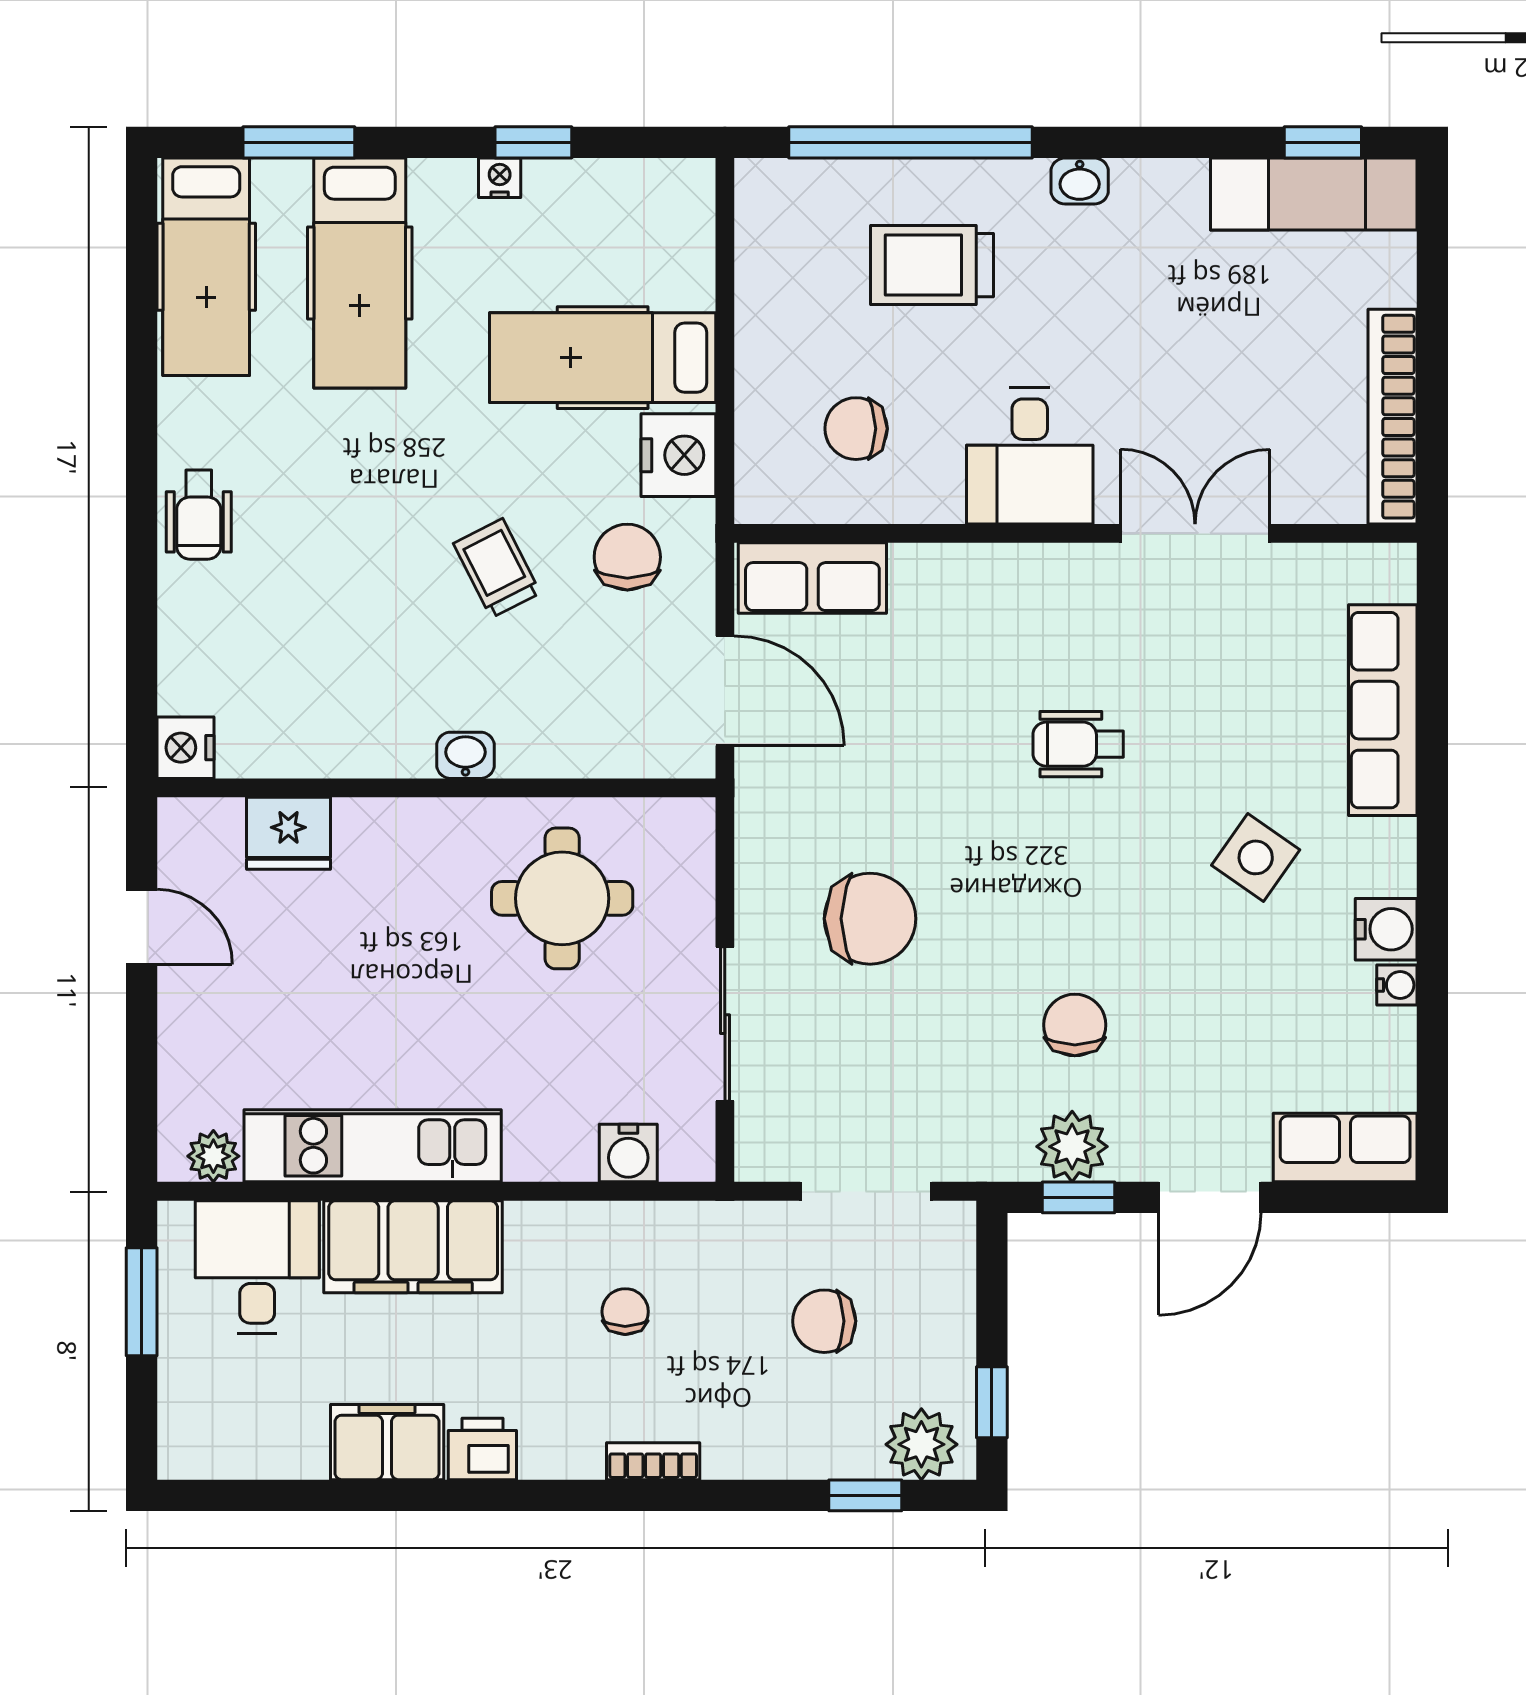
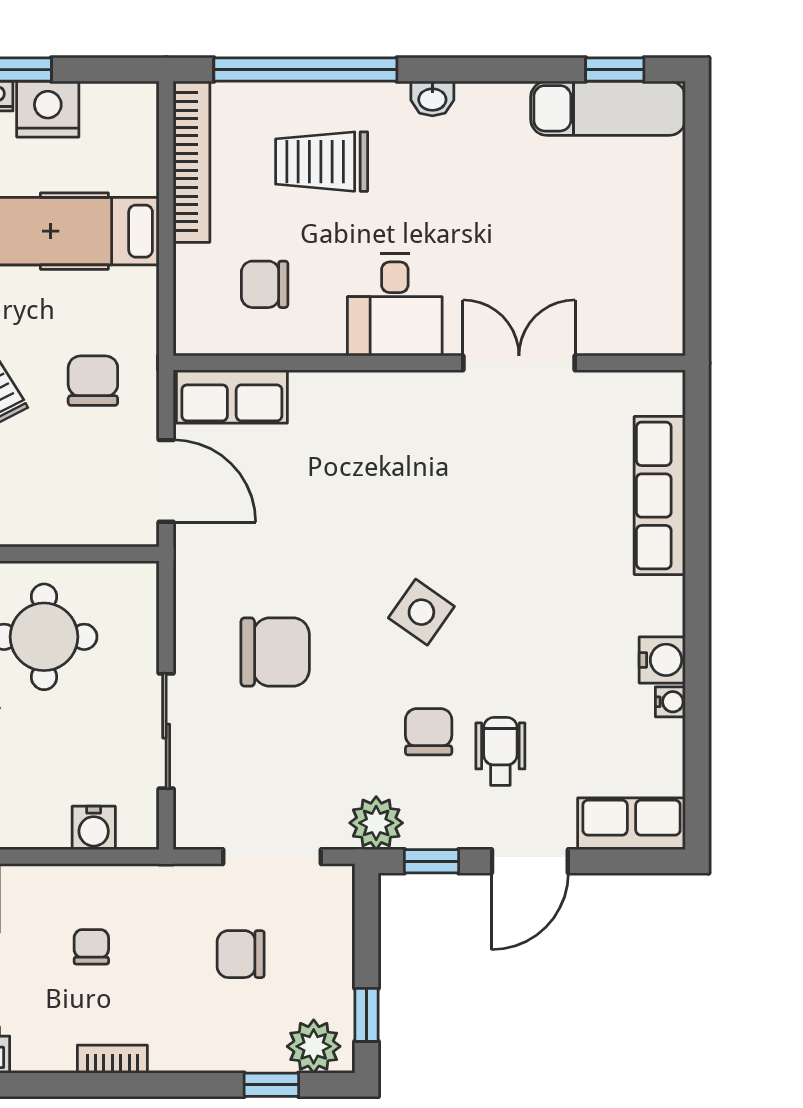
bookcase: (1393, 417) -> (191, 162), moved, turned 180
nightstand: (678, 455) -> (48, 109), moved, turned -90
wheelchair: (1078, 744) -> (500, 751), moved, turned 90
side table: (1256, 857) -> (421, 612), moved
plant: (1072, 1147) -> (376, 823), moved

